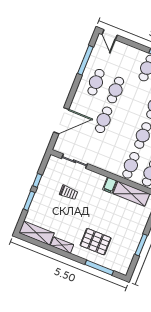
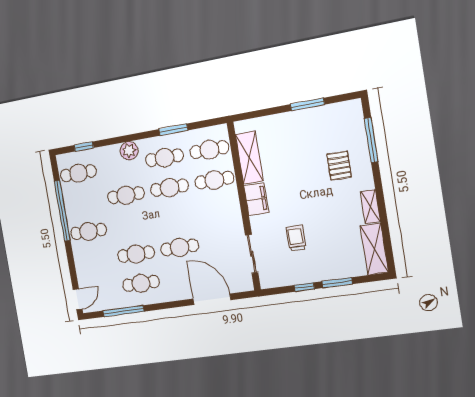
filing cabinet: (110, 185) -> (256, 199), width x2.00
pallet: (96, 242) -> (339, 166), width x0.67, depth x0.71

